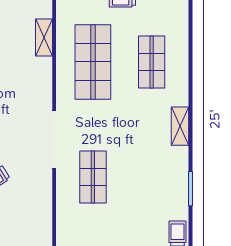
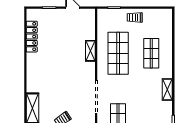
shelving: (44, 38) -> (90, 51), moved

